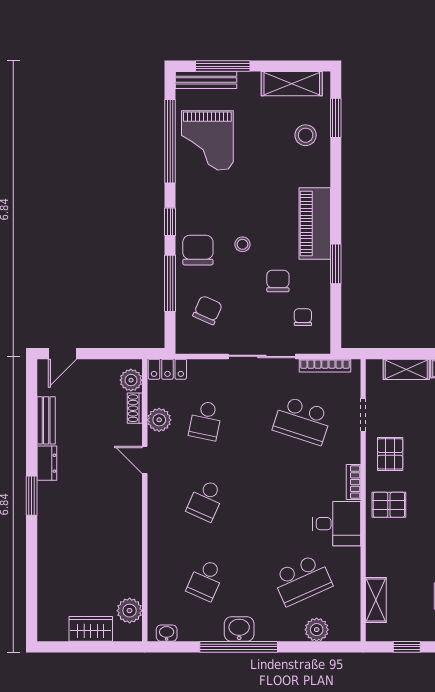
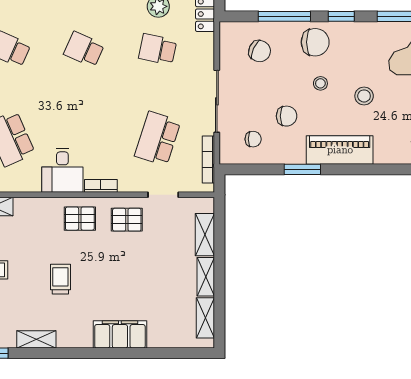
stool: (256, 197) -> (364, 96), added
pallet: (389, 505) -> (80, 219), turned 90

